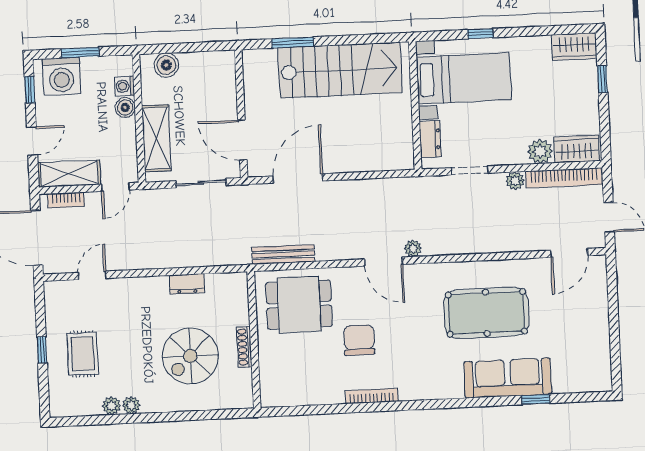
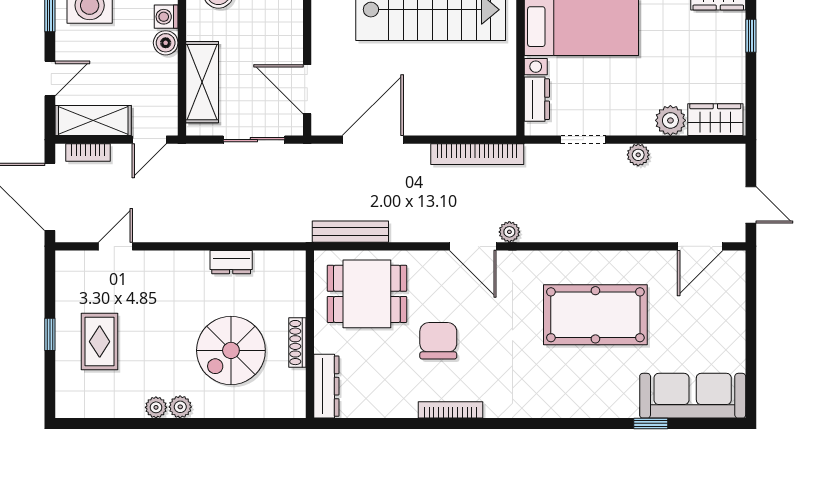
bookcase: (564, 178) -> (477, 154), moved
sofa: (508, 378) -> (693, 396), moved
dresser: (269, 381) -> (326, 386), added
plant: (112, 406) -> (180, 407), moved

